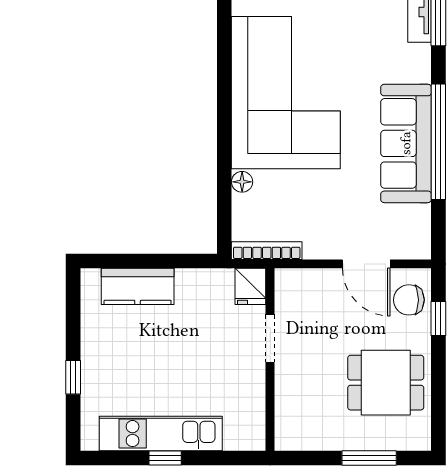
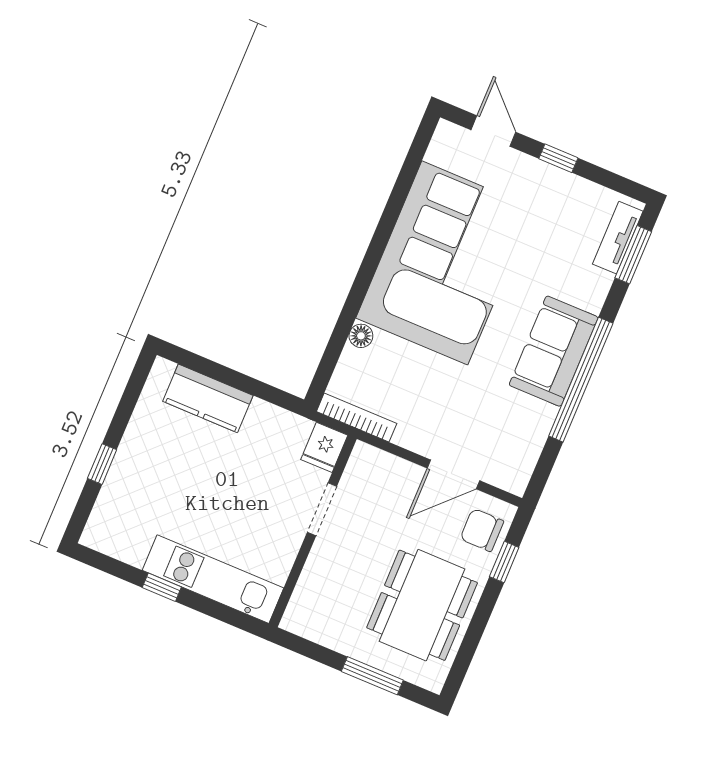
sofa: (406, 143) -> (554, 351), width x0.73
door: (366, 264) -> (453, 474), hinge flipped
dining table: (386, 383) -> (422, 605), width x1.38
kitchen unit: (161, 434) -> (213, 579), moved

